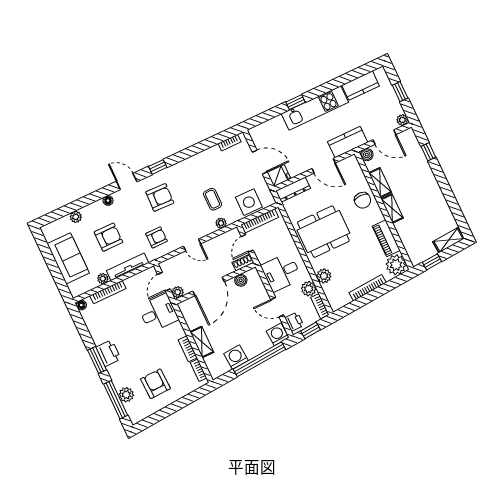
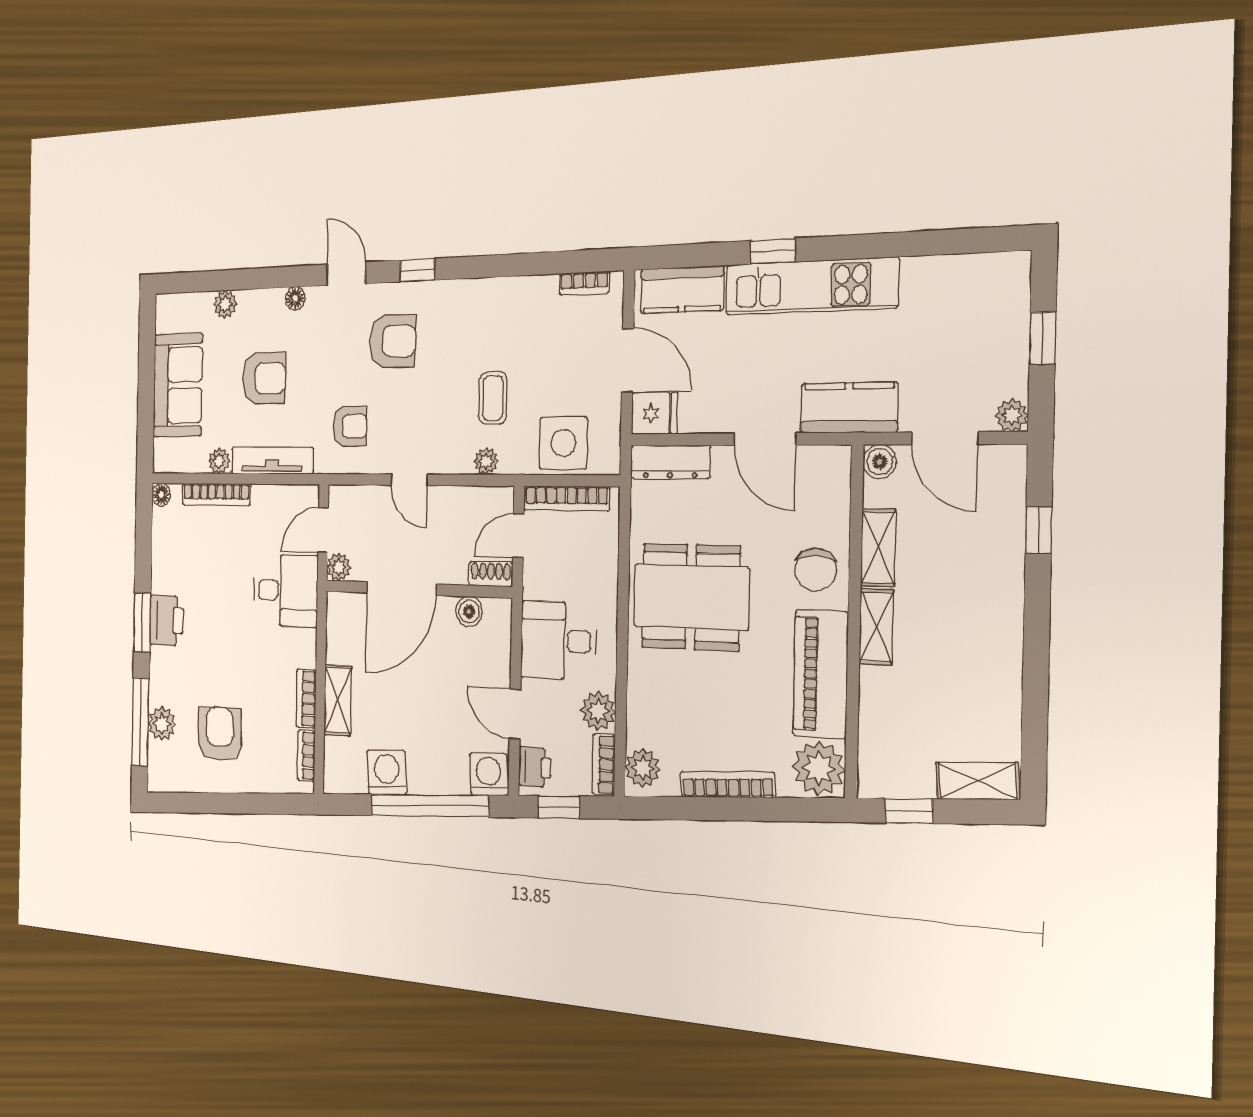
kitchen counter: (361, 86) -> (682, 290), moved
piano: (386, 238) -> (821, 674), width x1.37, depth x1.33
plant: (324, 276) -> (643, 768), moved

